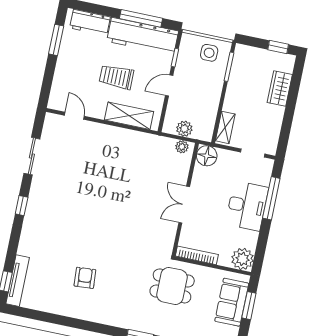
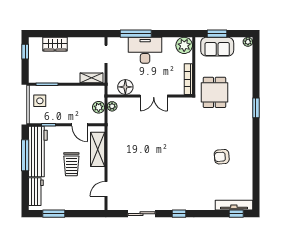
door: (169, 86) -> (80, 125), moved
floor lamp: (207, 156) -> (125, 87), moved

